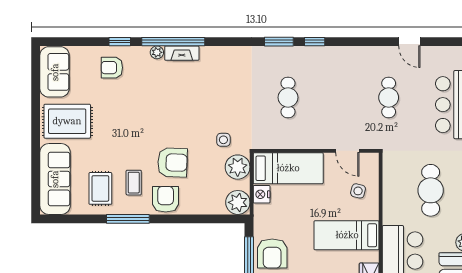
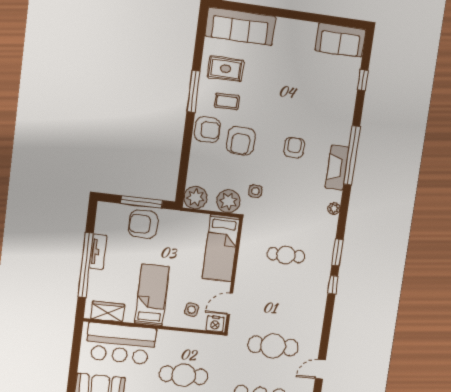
window: (120, 42) -> (363, 80), moved
plant: (157, 52) -> (334, 209), moved
fireplace: (182, 53) -> (337, 168), width x1.37, depth x1.32
armchair: (112, 68) -> (294, 148), moved
cafe table: (389, 97) -> (273, 346), width x1.37, depth x1.35
rug: (67, 121) -> (293, 46), removed
nightstand: (262, 194) -> (215, 324), moved, turned 180

